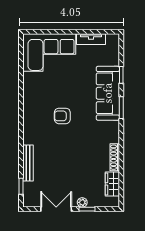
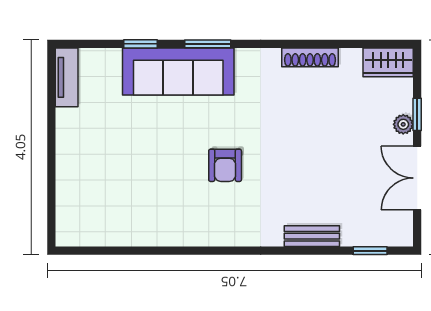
tv unit: (91, 39) -> (67, 77), moved
corner sofa: (49, 52) -> (94, 192), removed
bench: (28, 163) -> (312, 236), width x0.73
wardrobe: (112, 184) -> (388, 62), moved

